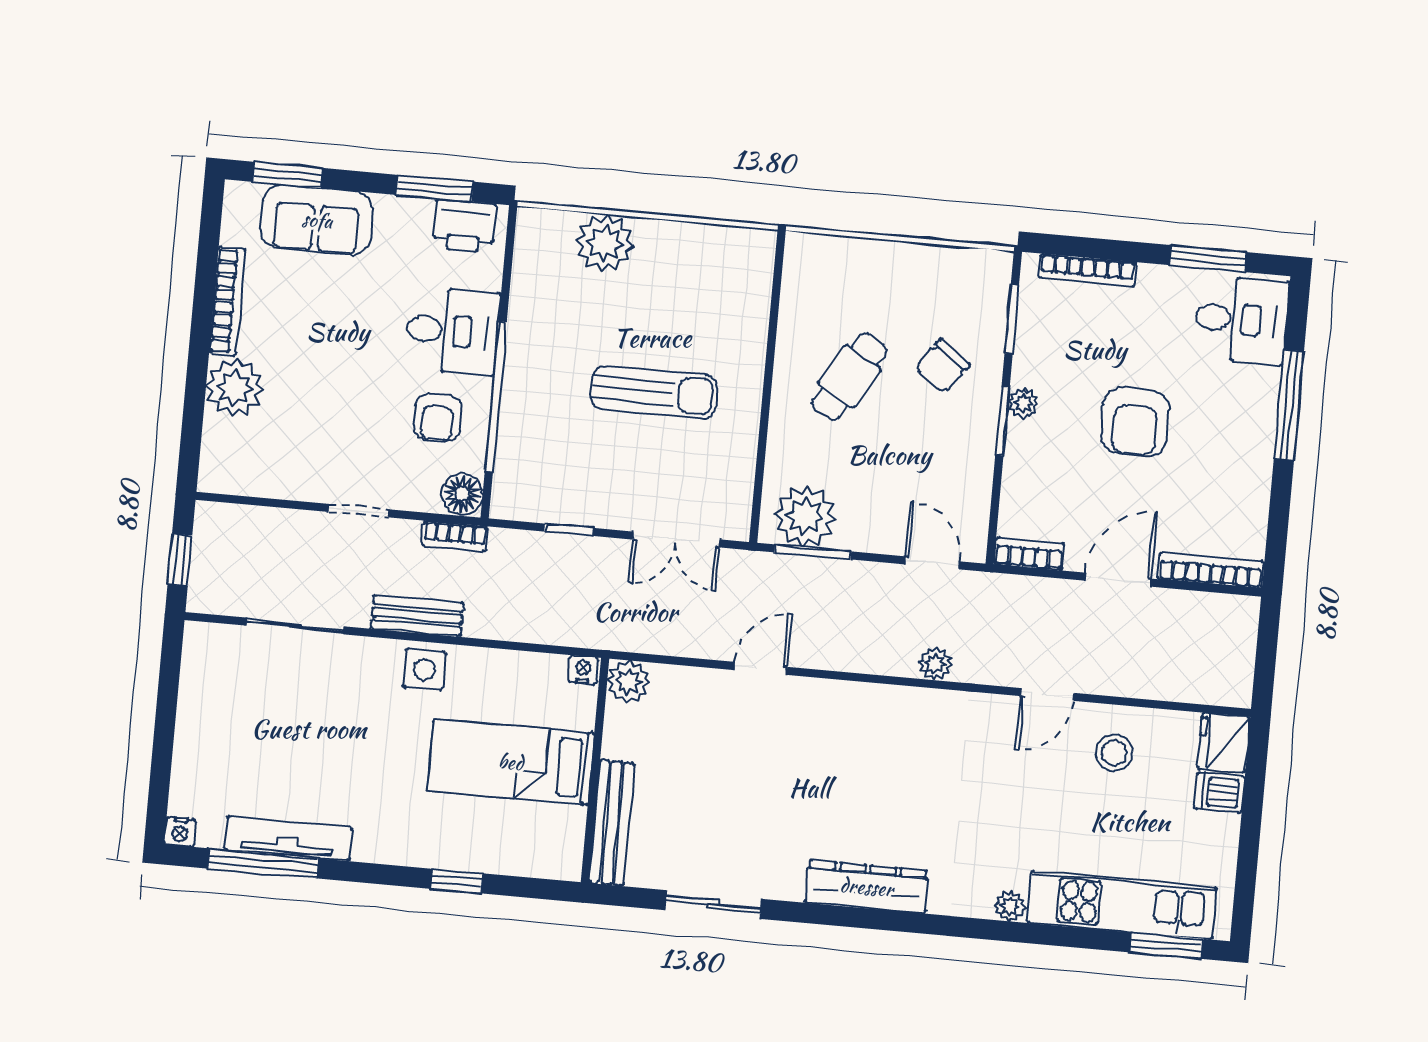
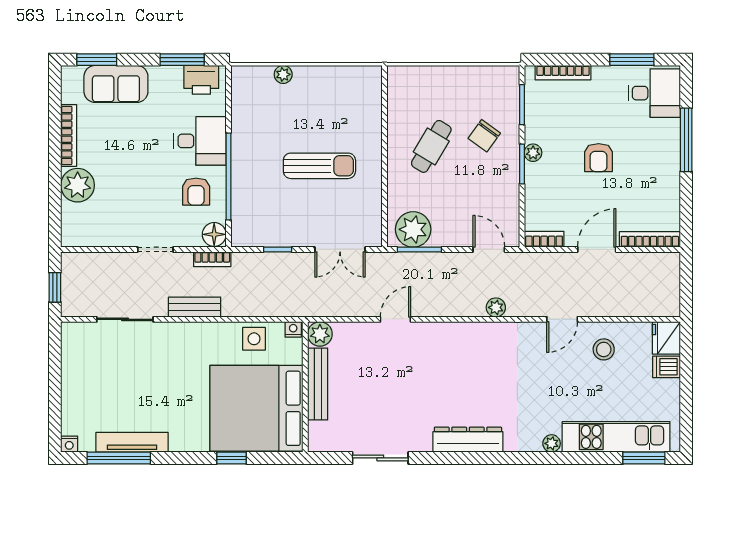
plant: (605, 243) -> (283, 74), width x0.53, depth x0.53
armchair: (1135, 422) -> (599, 158), width x0.72, depth x0.72
side table: (424, 669) -> (254, 339), moved
bed: (511, 762) -> (256, 408), width x2.04
bench: (612, 823) -> (318, 384), moved

